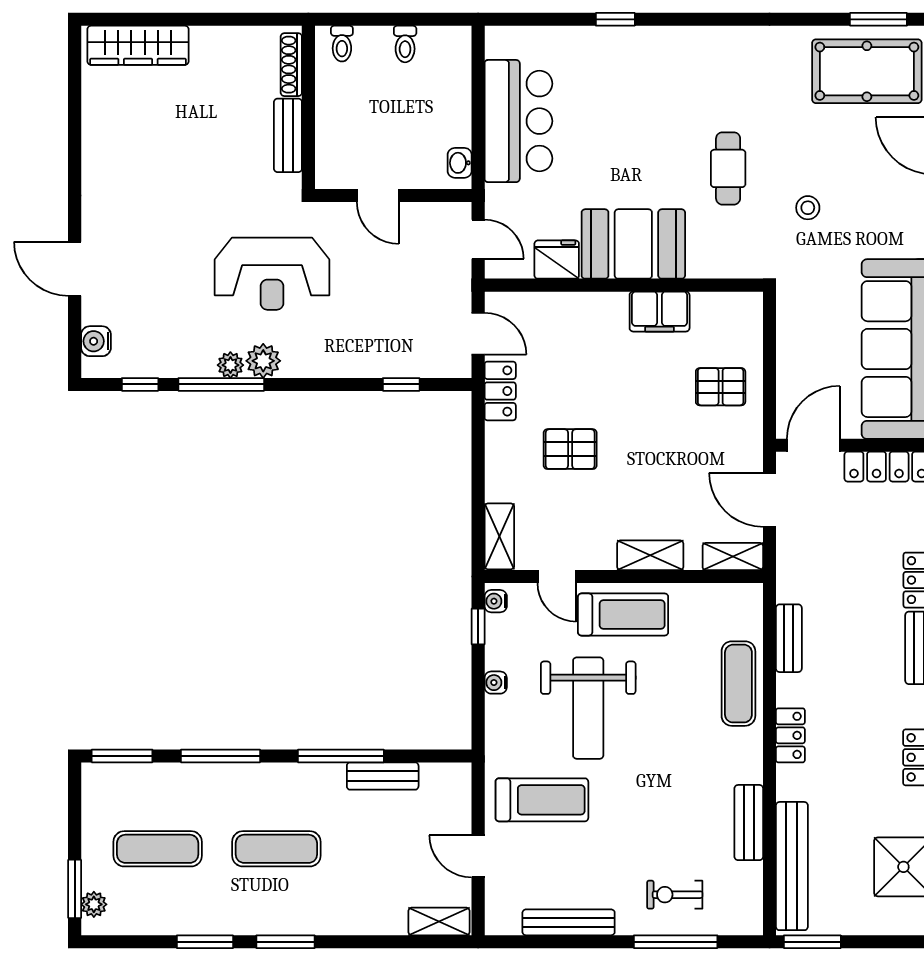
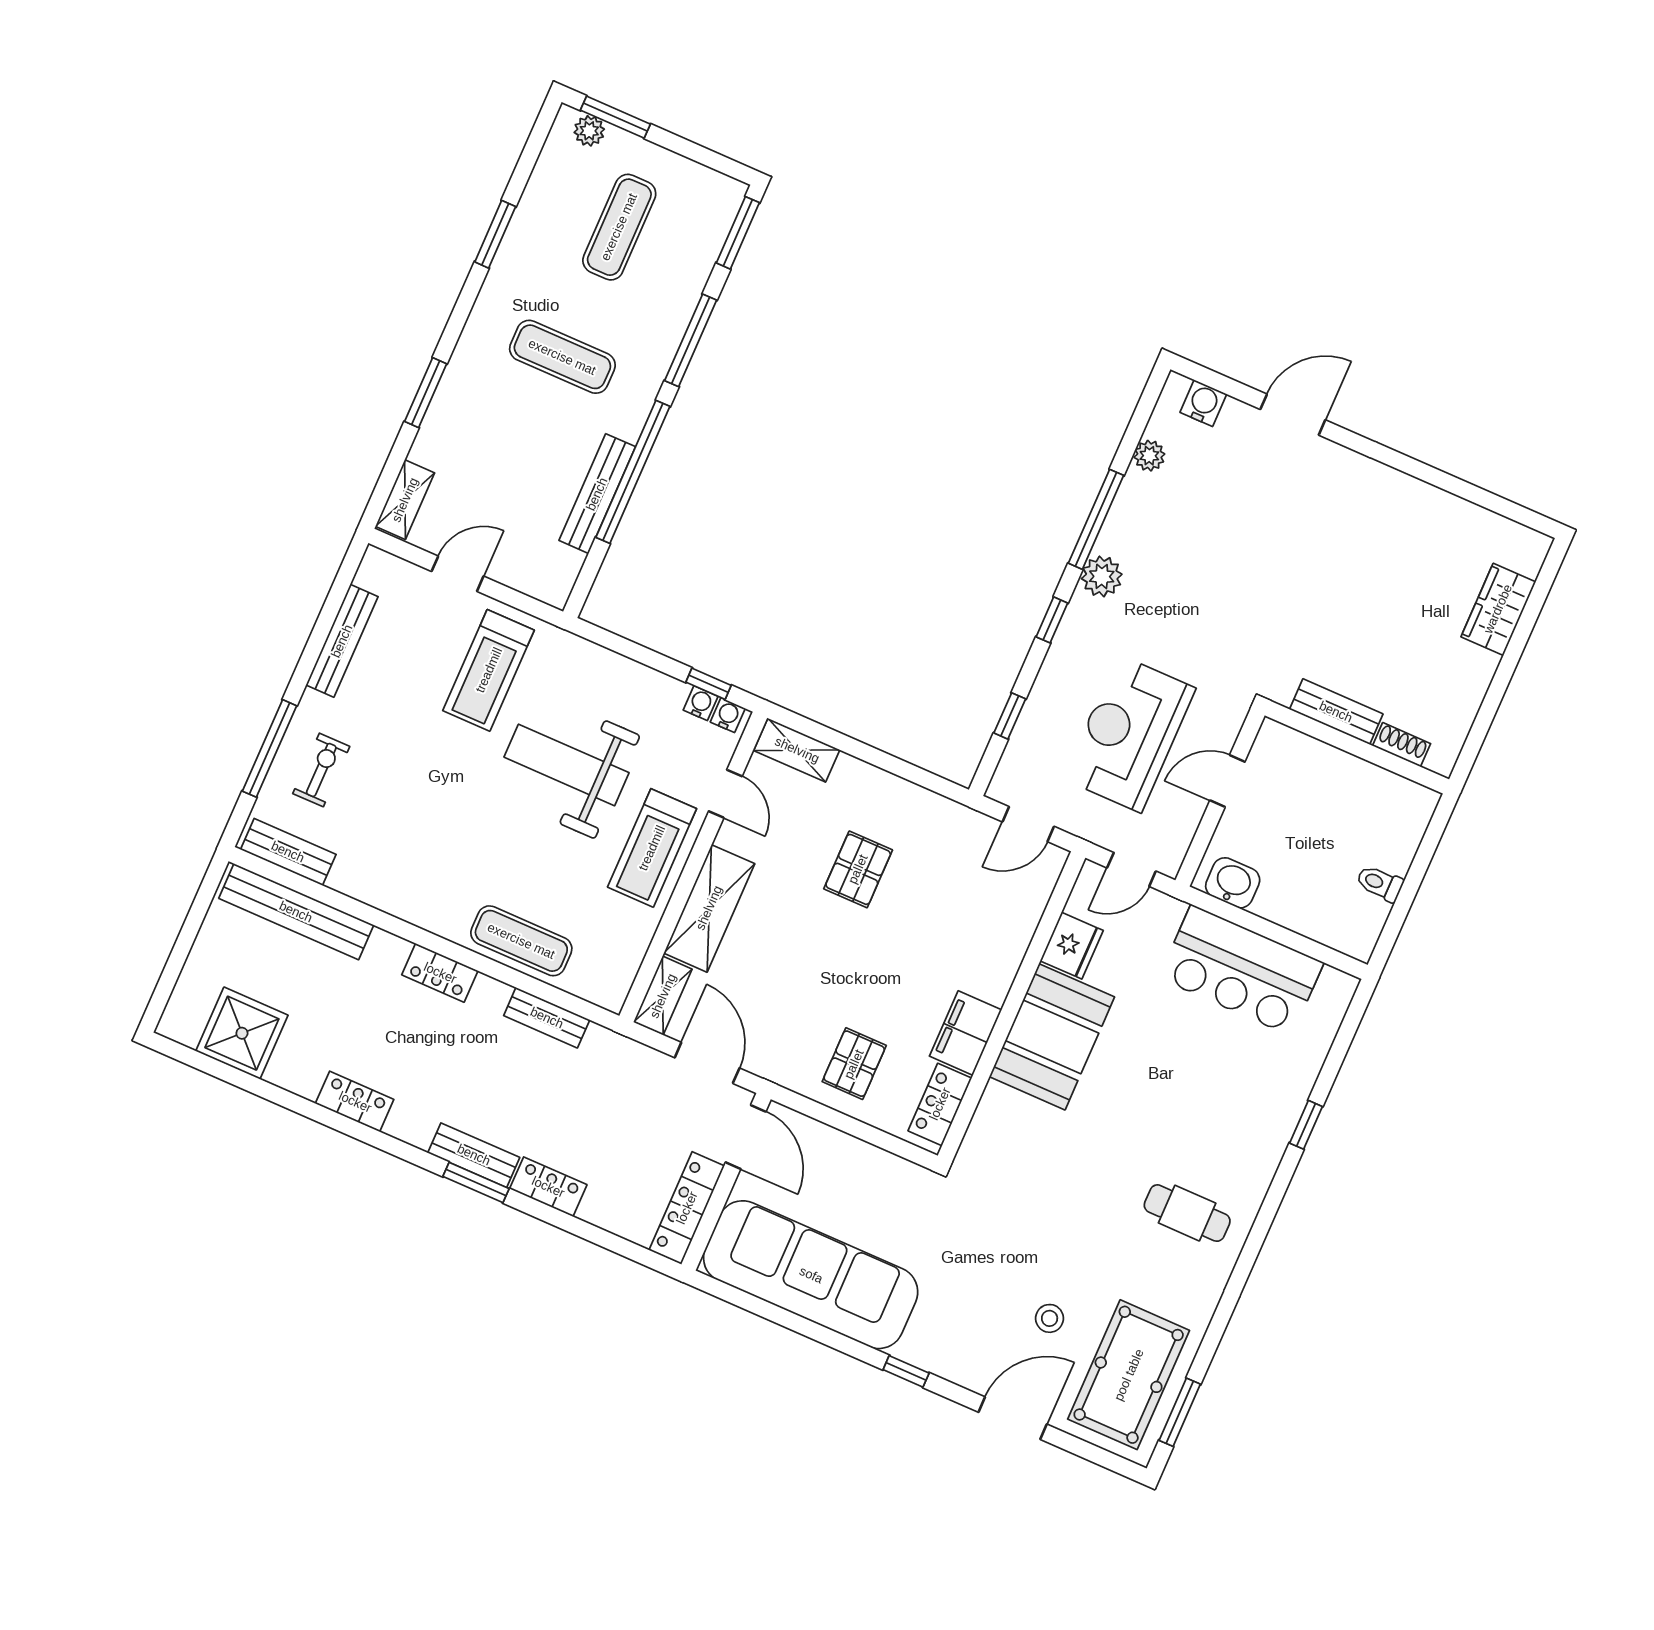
toilet: (342, 44) -> (1411, 815), removed
wardrobe: (138, 45) -> (1498, 609), width x0.67
shoe rack: (291, 65) -> (1402, 745), width x0.70
washbasin: (460, 163) -> (1233, 883), width x1.38, depth x1.45
cafe table: (728, 168) -> (1187, 1213), moved
stool: (808, 208) -> (1050, 1318), moved
reception desk: (272, 274) -> (1129, 734), moved
plant: (230, 365) -> (1149, 456), moved
window: (140, 384) -> (1052, 620), moved
locker: (500, 391) -> (940, 1104), moved, turned 90
door: (770, 500) -> (707, 1063), hinge flipped
shelving: (650, 555) -> (709, 908), width x1.50, depth x1.33
door: (557, 577) -> (725, 794), swing flipped
water cooler: (496, 683) -> (701, 703), moved
window: (341, 756) -> (633, 472), width x1.46
bench: (383, 776) -> (597, 494), width x1.36
bench: (749, 823) -> (288, 852), moved
exercise mat: (276, 849) -> (562, 357), turned 90
window: (286, 942) -> (426, 393), moved
window: (812, 942) -> (204, 898), removed

